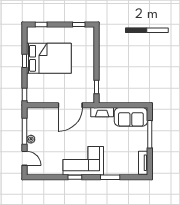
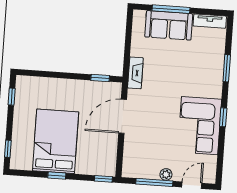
door: (70, 105) -> (123, 116), swing flipped
sofa: (131, 117) -> (169, 25), moved, turned 90
corner sofa: (83, 161) -> (200, 126), moved

